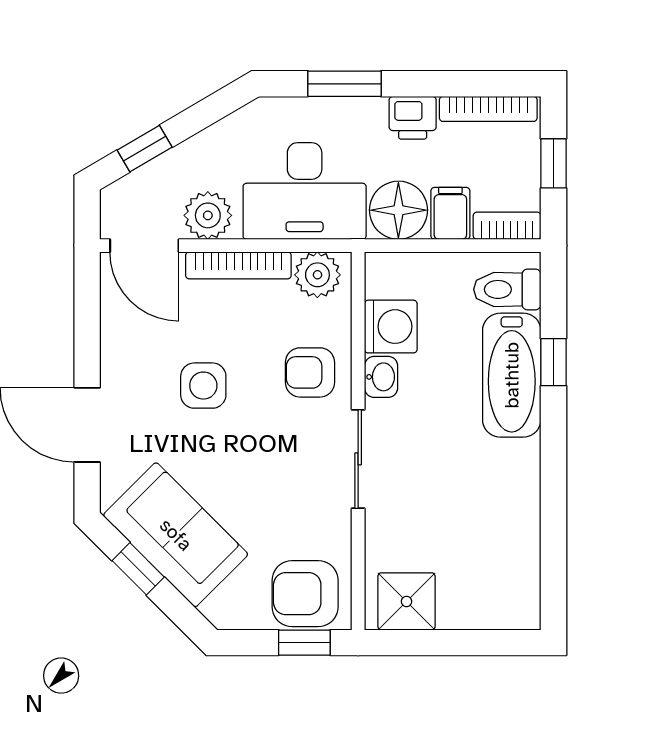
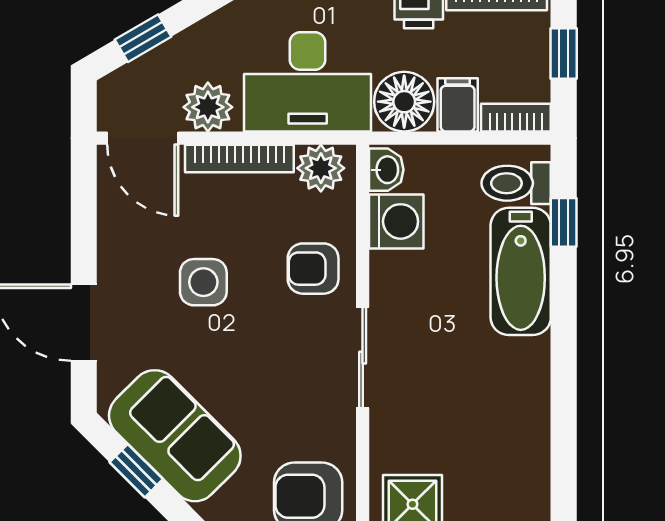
window: (553, 362) -> (564, 222), moved
washbasin: (381, 377) -> (386, 170), moved

